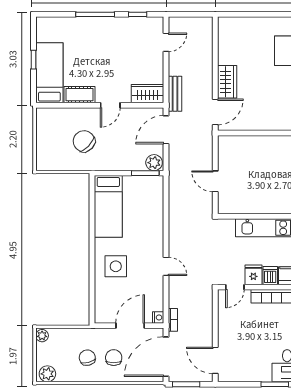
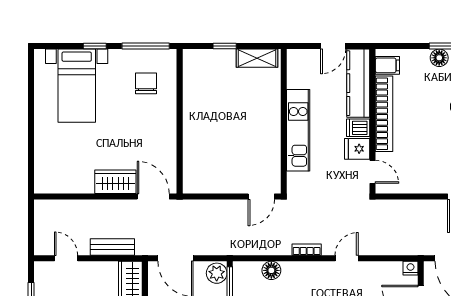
bench: (175, 94) -> (112, 247), moved
door: (215, 181) -> (261, 196), moved
floor lamp: (156, 206) -> (271, 270), added
bookcase: (173, 320) -> (307, 250), moved

